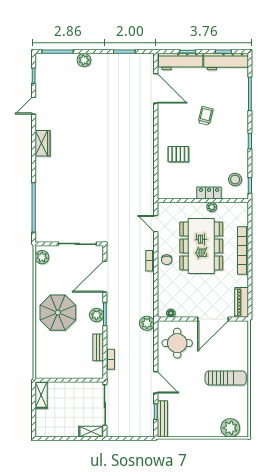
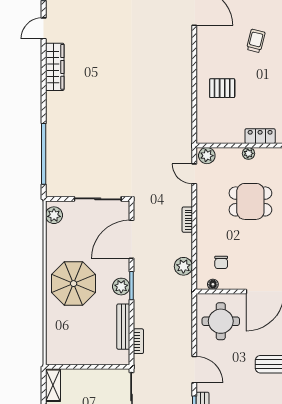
wardrobe: (43, 143) -> (55, 67), width x1.50
plant: (212, 207) -> (249, 153), moved
plant: (166, 209) -> (207, 156), added
dining table: (201, 246) -> (250, 201), width x0.53, depth x0.80
chair: (167, 260) -> (221, 262), moved
plant: (147, 323) -> (183, 266), moved
bench: (98, 347) -> (123, 327), width x1.36

